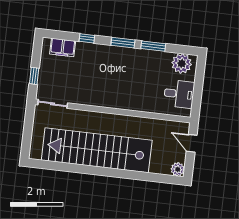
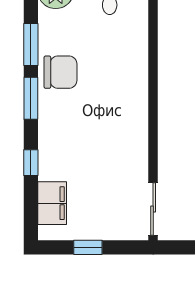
chair: (136, 61) -> (60, 72), added
window: (34, 76) -> (88, 247), moved

